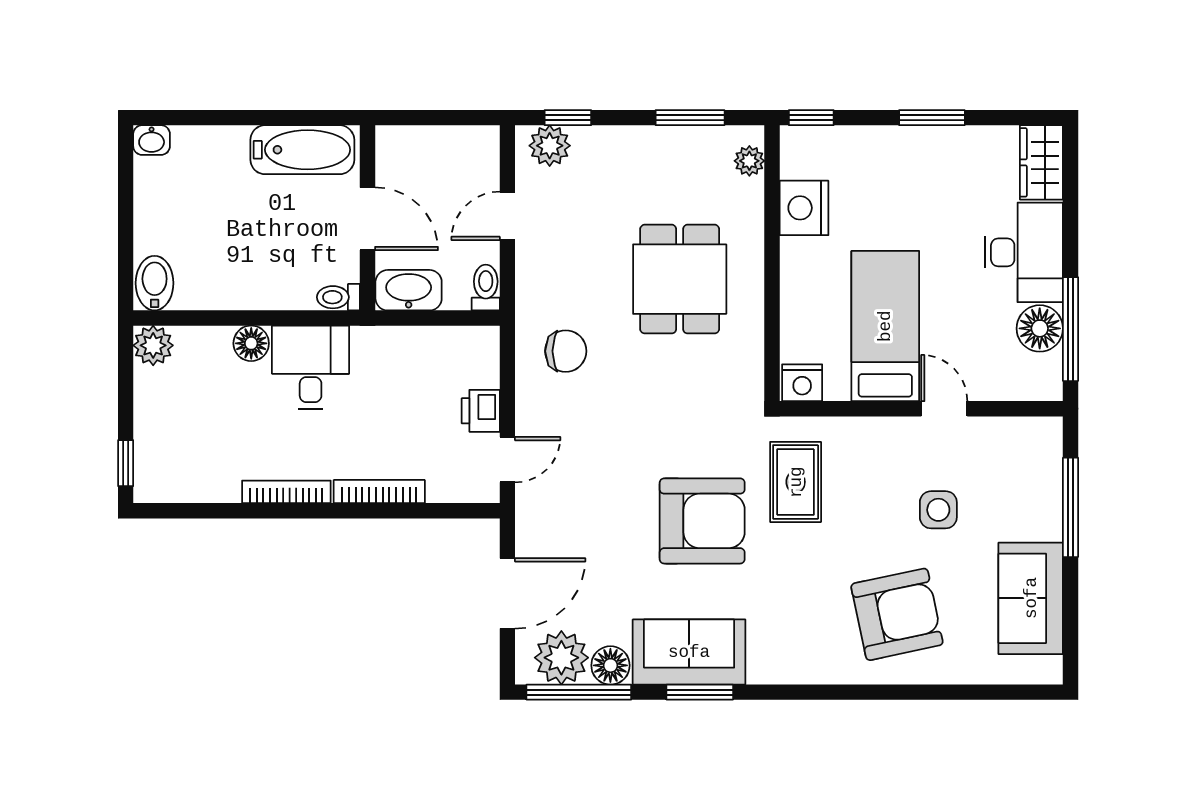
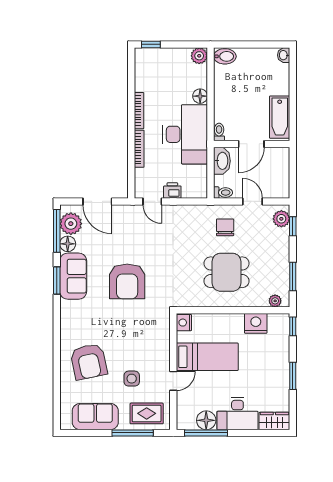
chair: (566, 351) -> (225, 227), moved, turned 180
desk: (311, 367) -> (185, 134), width x1.87, depth x1.30
rug: (796, 482) -> (147, 413), moved

